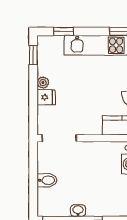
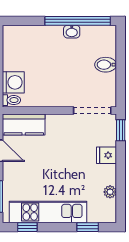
window: (33, 55) -> (121, 130), moved
plant: (43, 83) -> (110, 192), moved

